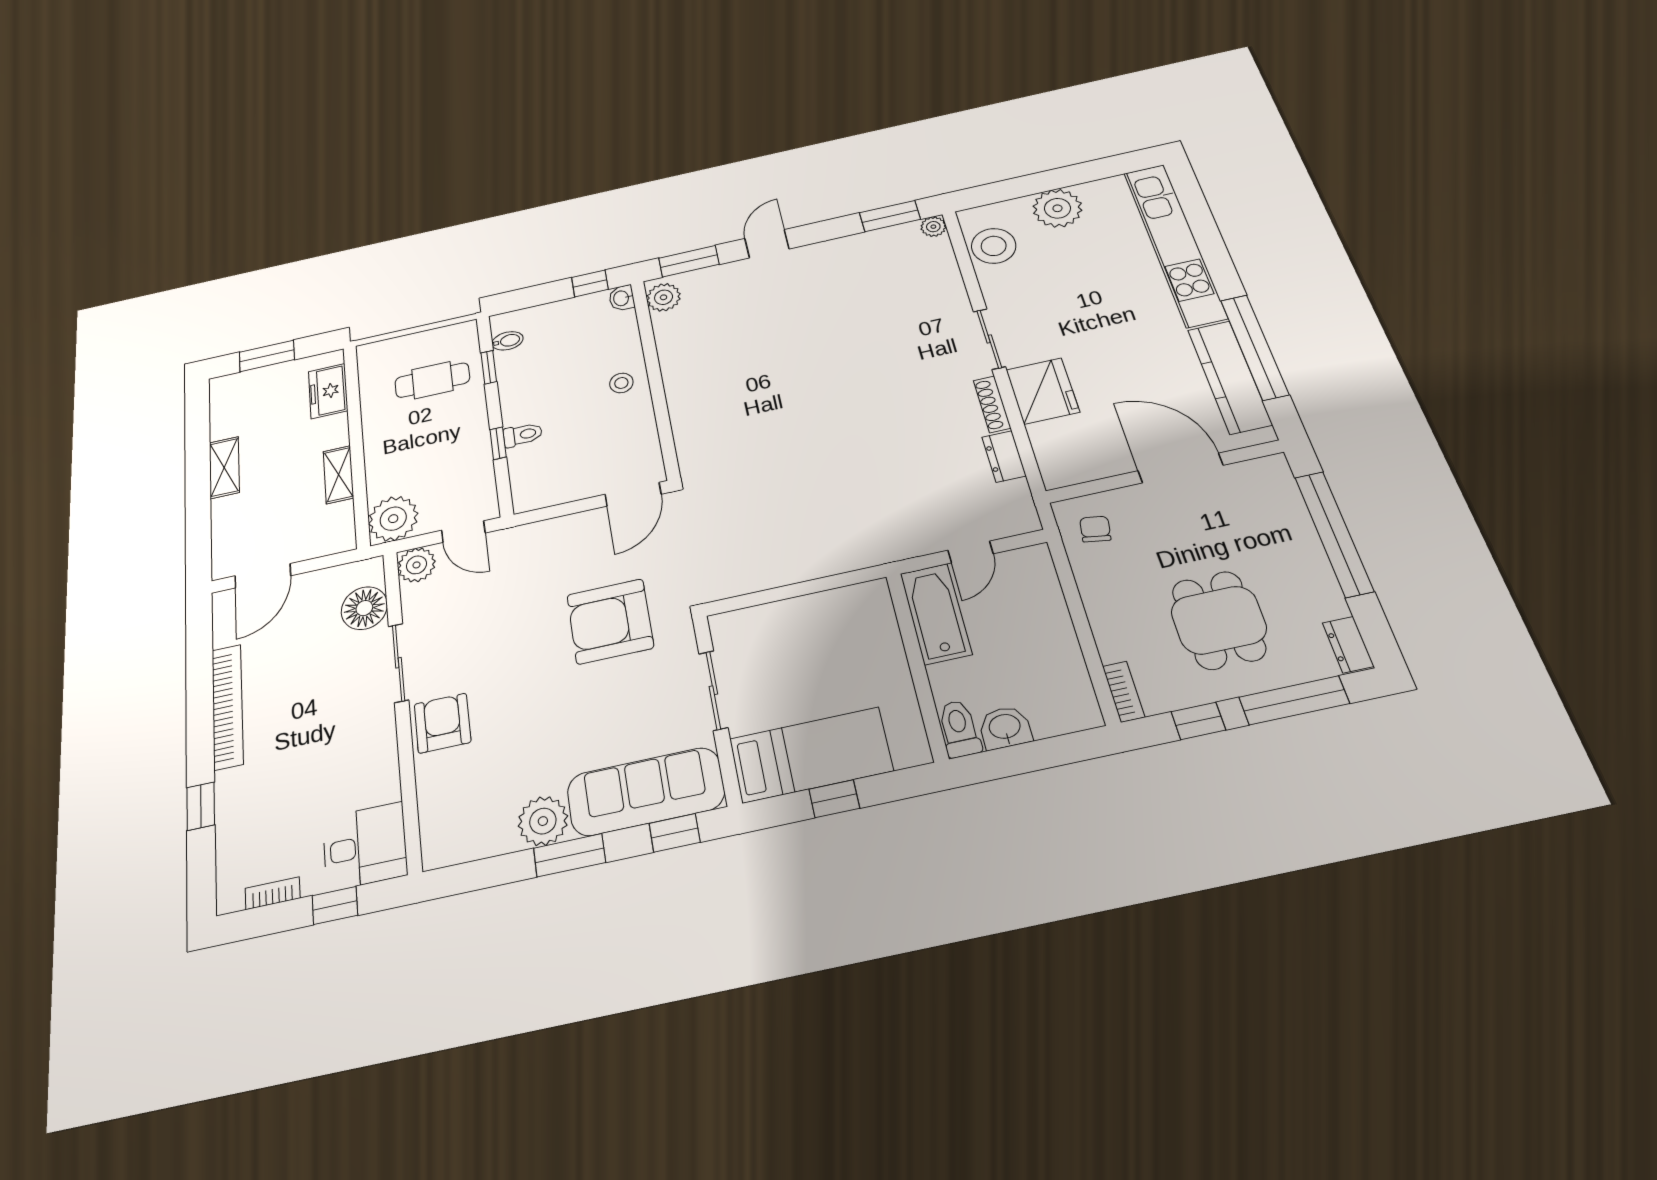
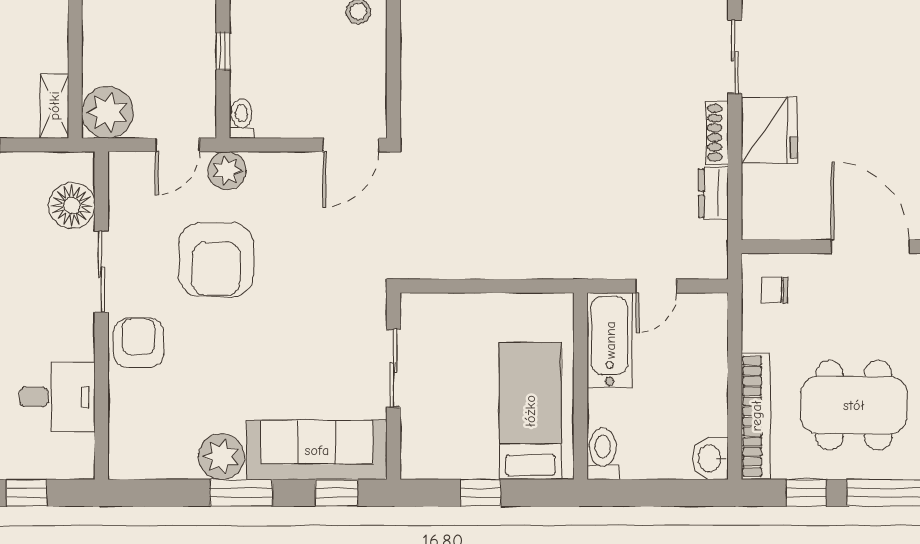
toilet: (523, 435) -> (242, 118), moved, turned -90
shelving: (338, 475) -> (54, 106), moved
chair: (1095, 529) -> (775, 290), turned -99
door: (463, 532) -> (177, 145), hinge flipped
plant: (417, 565) -> (227, 171), moved
dining table: (1219, 620) -> (854, 405), width x1.38
armchair: (610, 621) -> (216, 260), moved, turned -90
bookcase: (1124, 692) -> (756, 416), width x2.31, depth x1.31
washbasin: (1005, 728) -> (710, 458), moved, turned -90
bed: (811, 755) -> (530, 411), moved, turned -90
desk: (365, 846) -> (57, 397), moved

